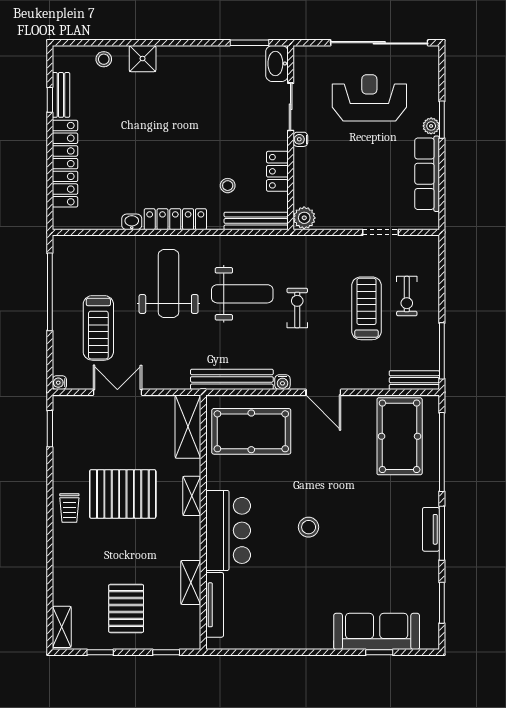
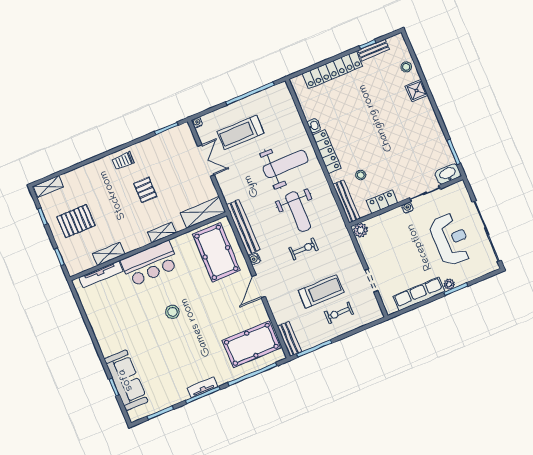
pallet: (123, 494) -> (145, 190), width x0.49, depth x0.50

